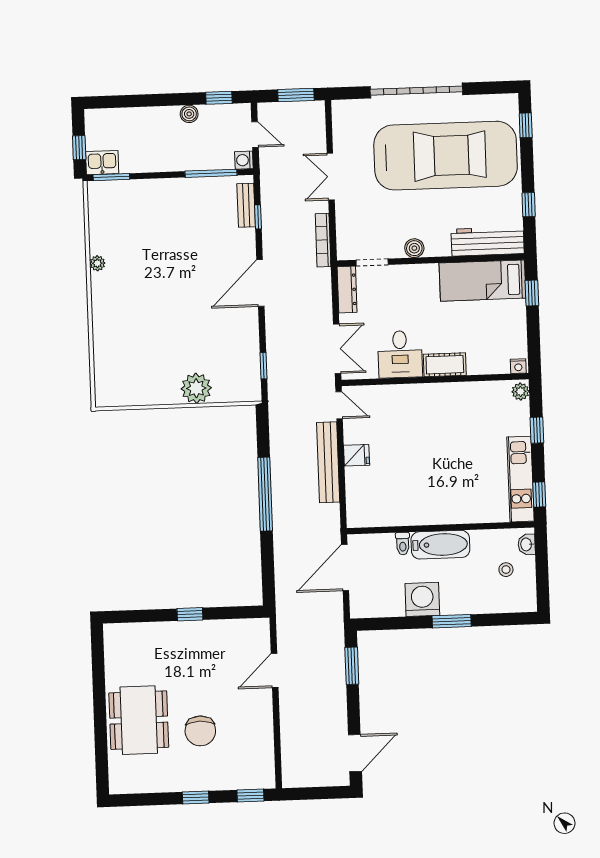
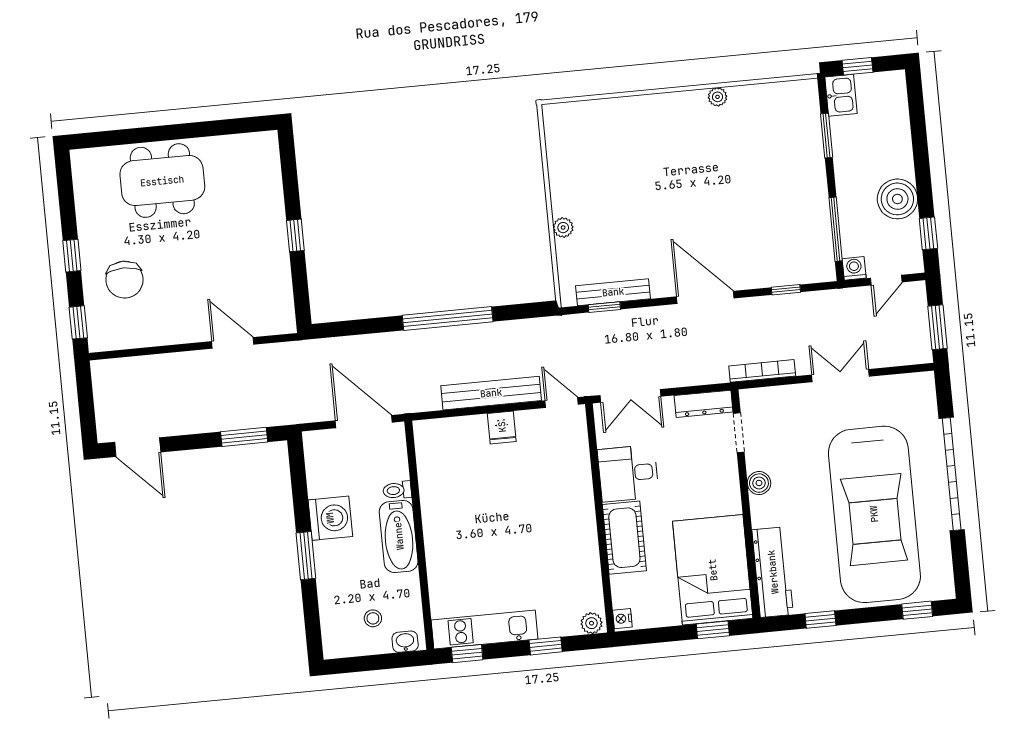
boiler: (189, 114) -> (897, 199), width x1.86, depth x1.86
window: (111, 177) -> (827, 136), moved
bench: (246, 205) -> (613, 292), moved, width x1.36
bed: (483, 281) -> (713, 570), width x1.50
cot: (445, 365) -> (624, 538), width x1.37, depth x1.34
plant: (196, 388) -> (563, 228), width x0.53, depth x0.53
door: (339, 405) -> (562, 402), swing flipped
chair: (200, 731) -> (125, 280), moved, turned -90

